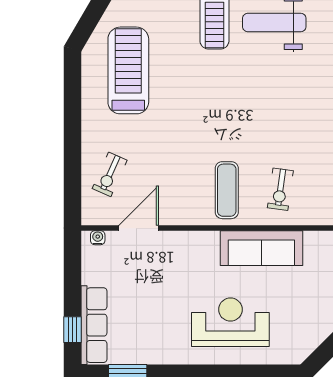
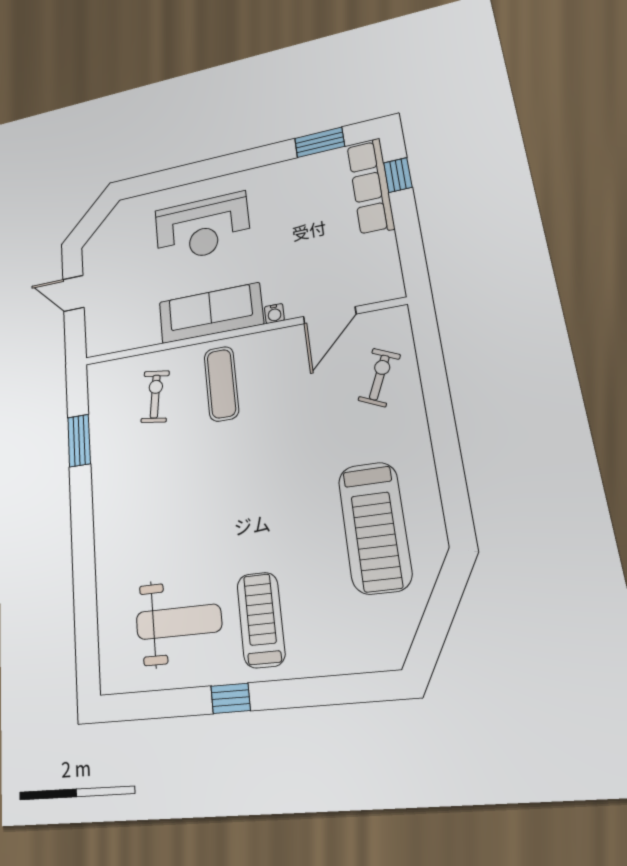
water cooler: (98, 238) -> (274, 314), moved
sofa: (261, 248) -> (211, 313), moved

